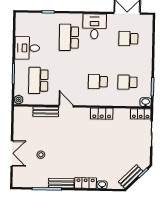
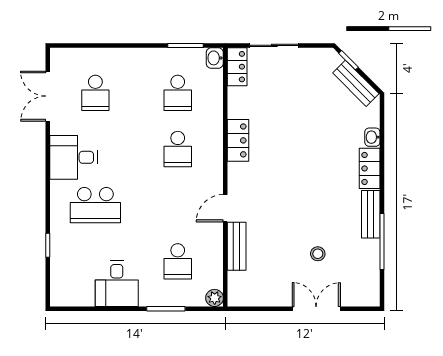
school desk: (38, 80) -> (178, 261), width x0.54

